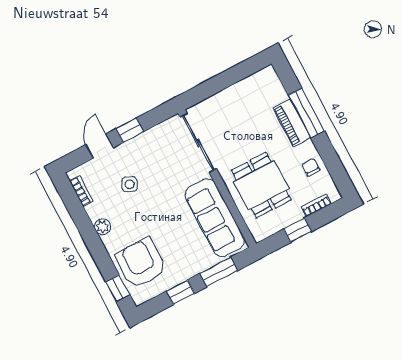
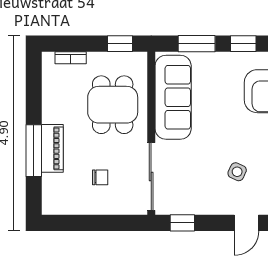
window: (130, 130) -> (182, 223), moved
chair: (311, 167) -> (100, 177), moved, turned -90
window: (298, 230) -> (120, 44), moved

